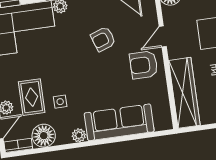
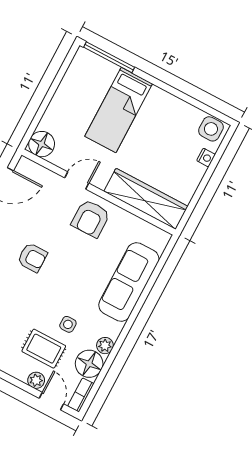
door: (163, 37) -> (77, 181), swing flipped
armchair: (103, 39) -> (32, 258), moved, turned -71
plant: (79, 135) -> (105, 346), moved

